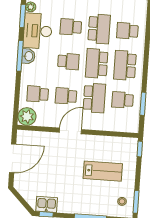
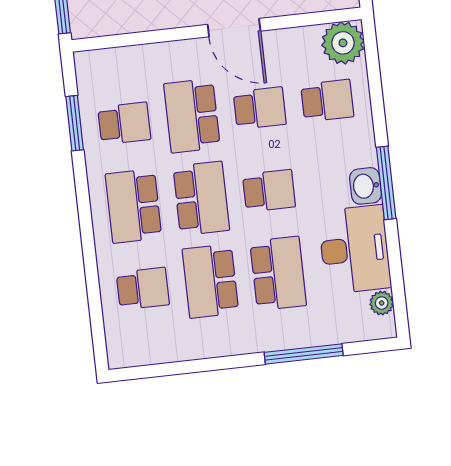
window: (23, 16) -> (397, 278), removed
school desk: (71, 27) -> (278, 273), width x1.85
school desk: (68, 61) -> (269, 191), turned 180
school desk: (125, 65) -> (134, 206), turned 180
door: (70, 131) -> (234, 28), hinge flipped

